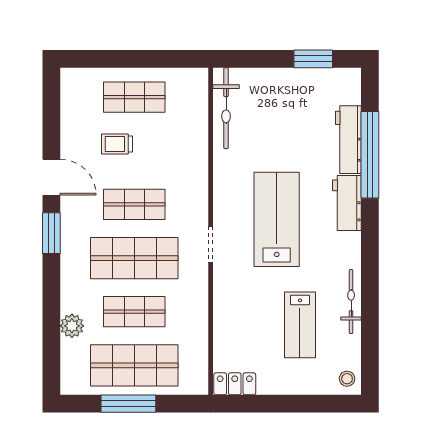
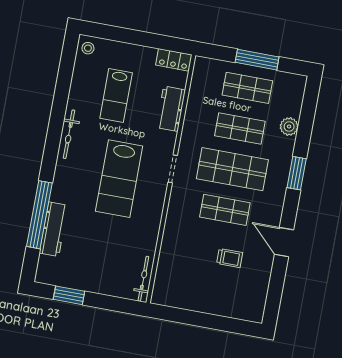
shop shelf: (134, 97) -> (210, 291), removed
bicycle: (226, 108) -> (143, 279), width x0.73, depth x0.71
workbench: (347, 203) -> (171, 109), moved, turned 180
window: (51, 233) -> (297, 173), moved
bicycle: (351, 302) -> (69, 134), moved
lab bench: (300, 325) -> (116, 96), turned 180
shop shelf: (134, 365) -> (247, 88), width x0.70, depth x0.74

